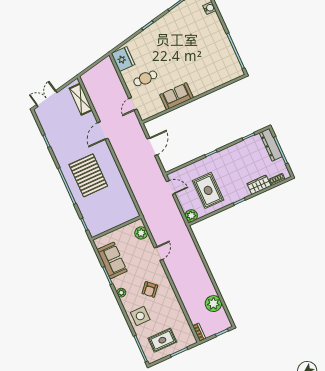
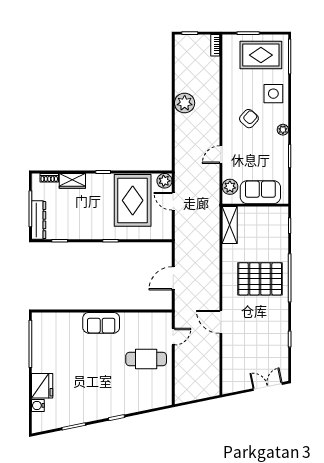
fridge: (123, 59) -> (42, 386), moved, turned 180
cafe table: (145, 78) -> (146, 359), width x1.37, depth x1.35
sofa: (177, 96) -> (101, 323), moved
double door: (47, 99) -> (268, 387), swing flipped
shelving: (81, 99) -> (230, 225), moved
door: (103, 131) -> (221, 322), swing flipped
pallet: (88, 175) -> (260, 279), turned 90
door: (171, 188) -> (173, 201), moved
rug: (208, 190) -> (133, 200), width x1.37, depth x1.44
sofa: (112, 260) -> (260, 192), moved, turned 90
plant: (213, 304) -> (185, 103), moved
rug: (162, 340) -> (261, 55), width x1.36, depth x1.43

